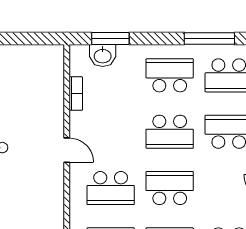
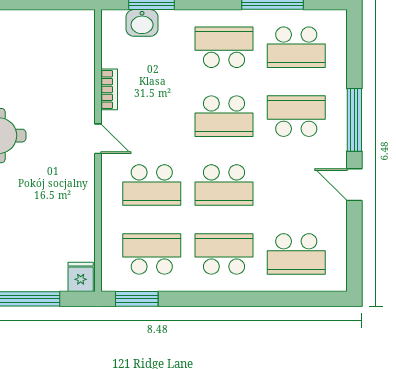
bookcase: (76, 94) -> (109, 89), moved
school desk: (170, 188) -> (224, 185), turned 180

